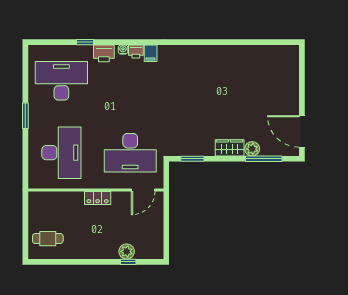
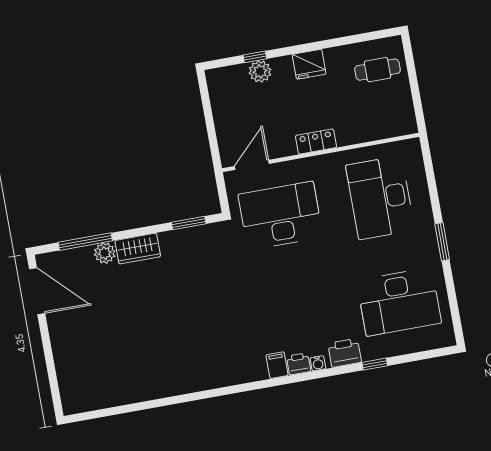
fridge: (93, 250) -> (309, 64), added

